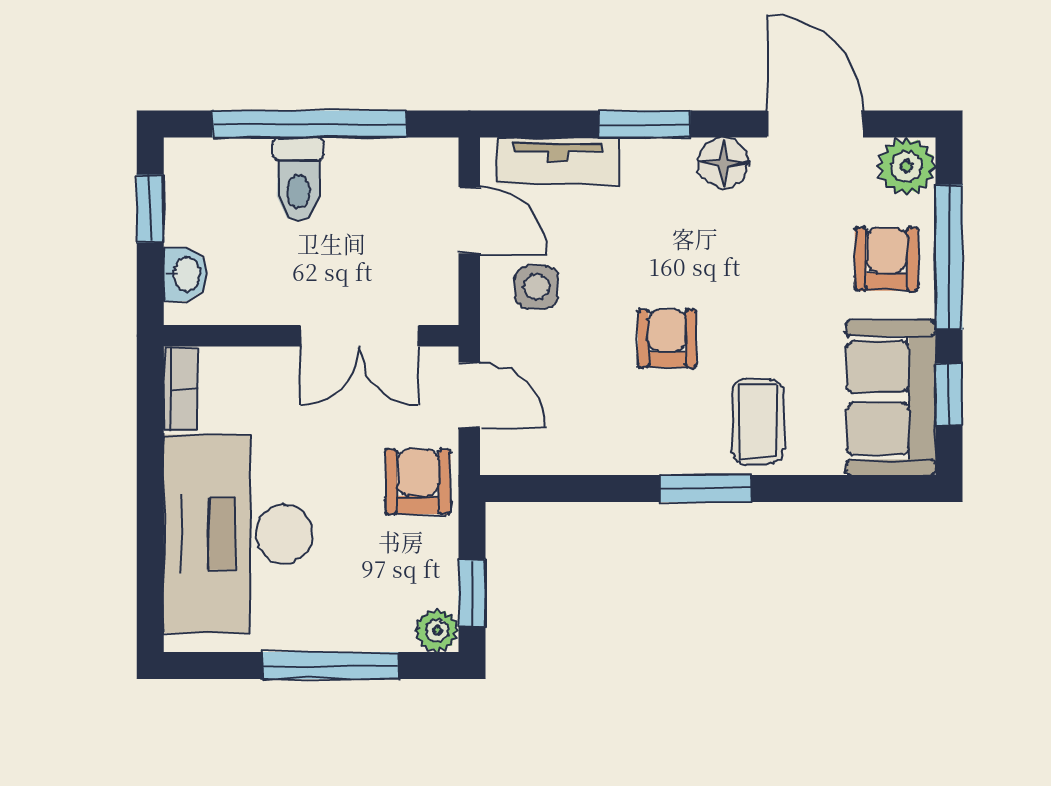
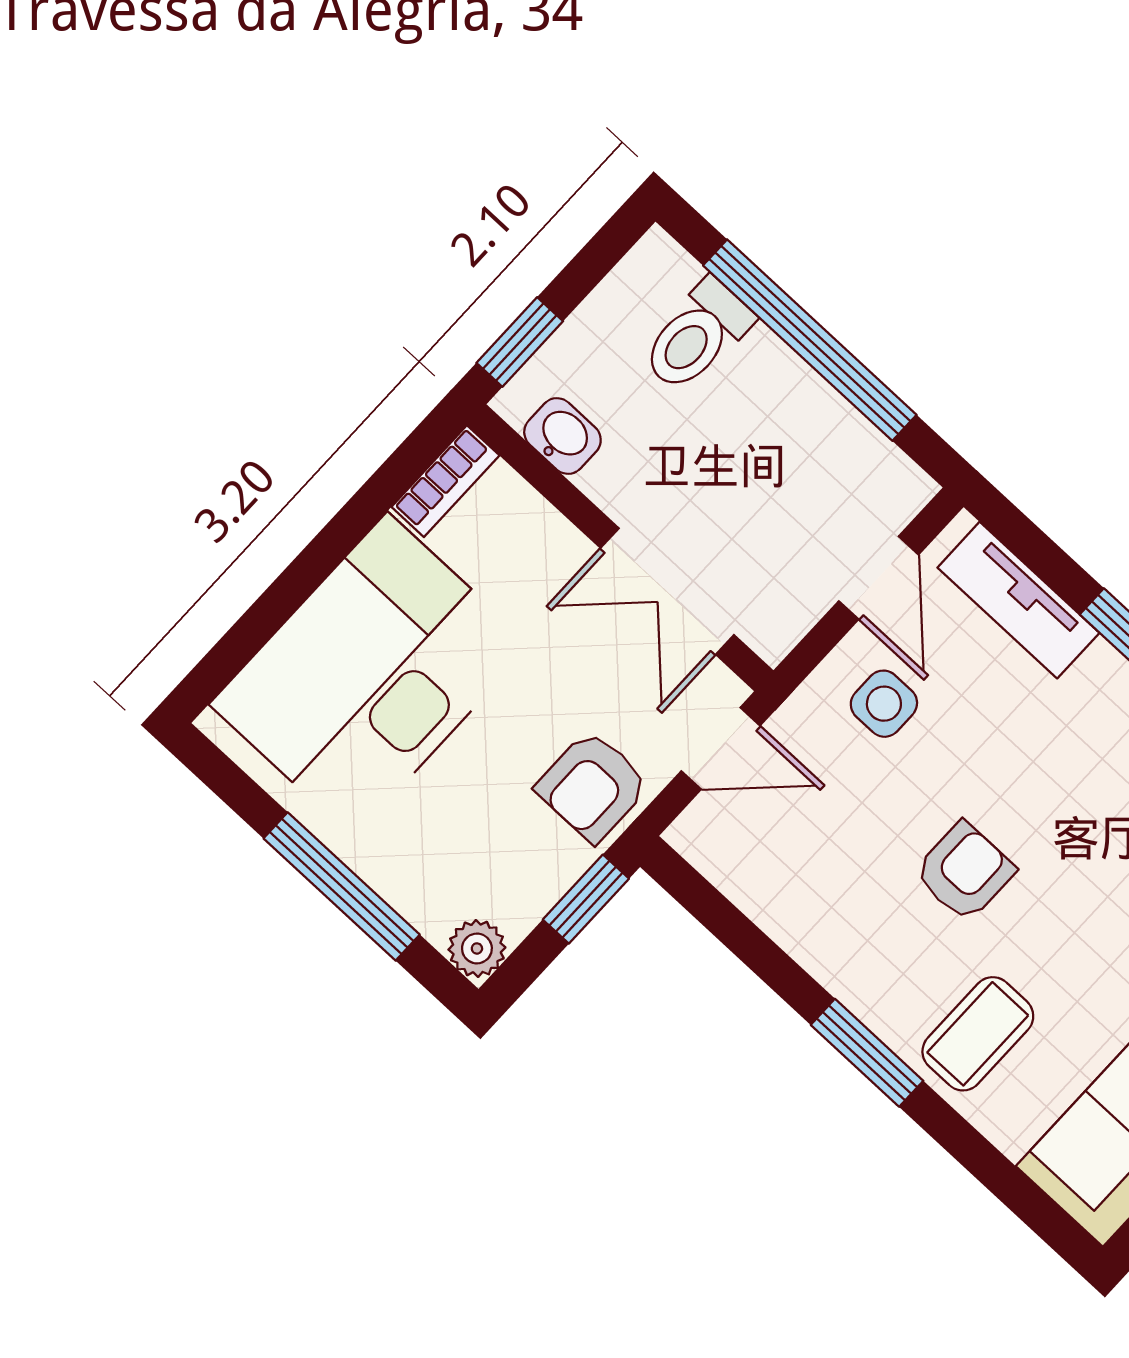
toilet: (298, 179) -> (697, 336), moved
window: (150, 209) -> (520, 342), moved
washbasin: (185, 274) -> (562, 436), moved, turned -90
door: (469, 395) -> (721, 748), hinge flipped
armchair: (418, 482) -> (593, 786), turned 180
window: (472, 593) -> (586, 899), moved

